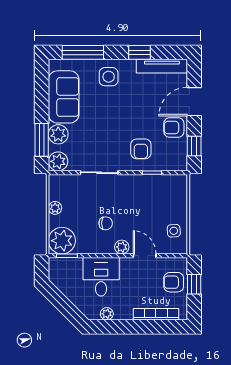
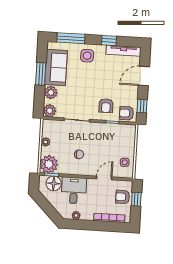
armchair: (174, 128) -> (127, 113), moved
window: (42, 140) -> (41, 74), moved
plant: (122, 247) -> (89, 171), removed
door: (145, 256) -> (104, 178), hinge flipped
floor lamp: (71, 268) -> (54, 183), added

